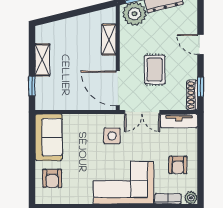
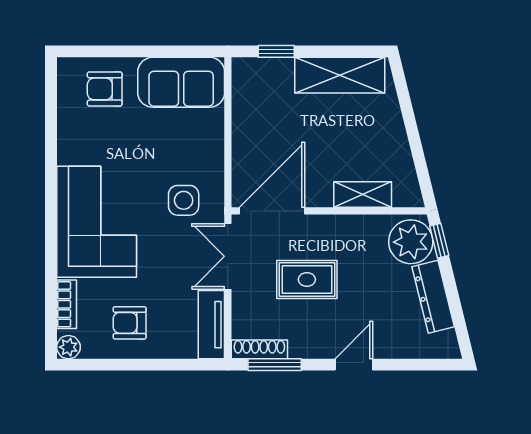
shelving: (42, 60) -> (340, 75), width x1.50, depth x1.33
window: (200, 87) -> (275, 365), width x1.50

